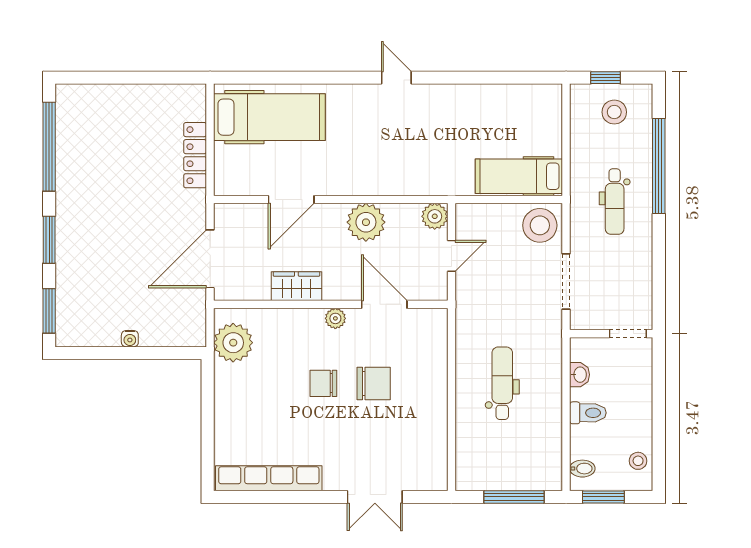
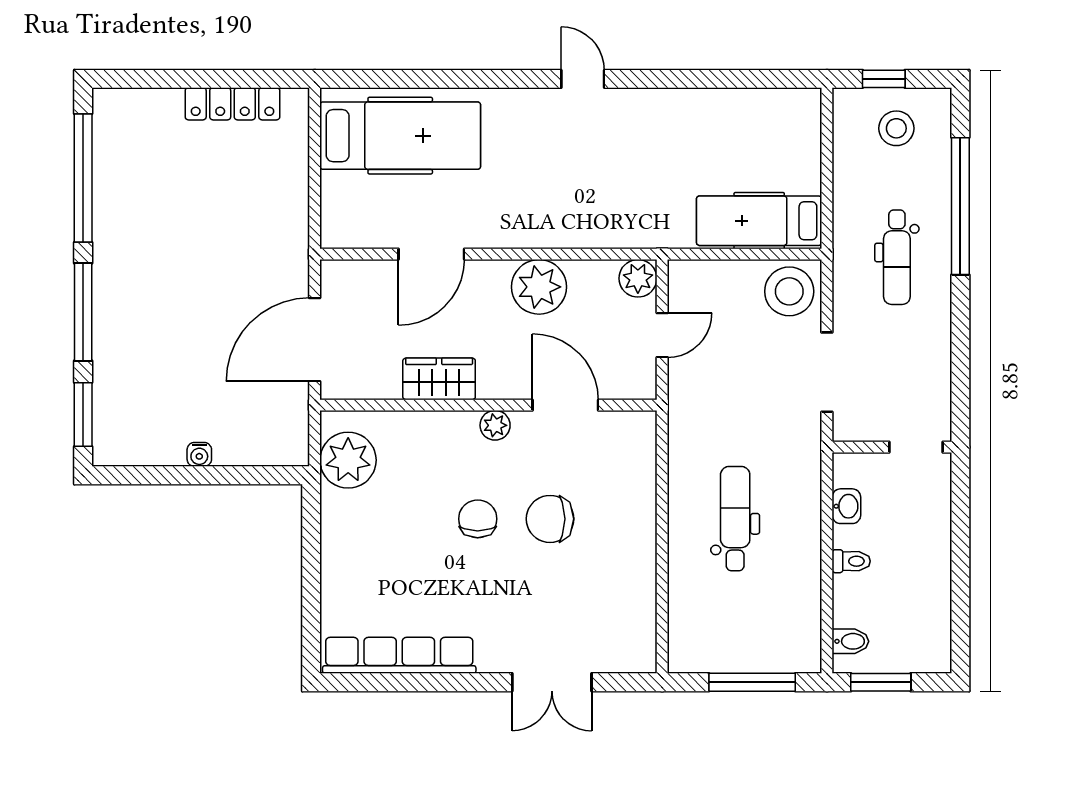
locker: (195, 155) -> (232, 104), moved, turned -90
window: (49, 240) -> (83, 312), width x1.44
chair: (323, 383) -> (478, 519), turned 90
chair: (374, 383) -> (550, 519), turned 180
toilet: (588, 413) -> (851, 561), width x0.73, depth x0.72
stool: (638, 461) -> (931, 630), removed

